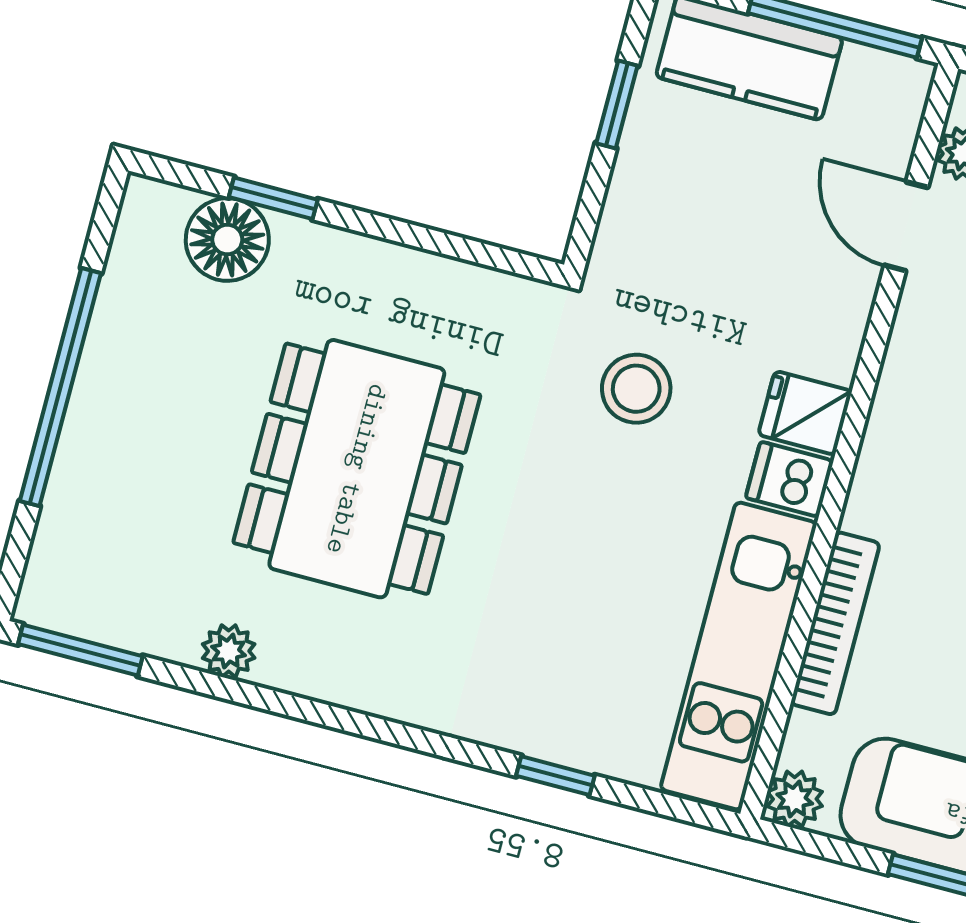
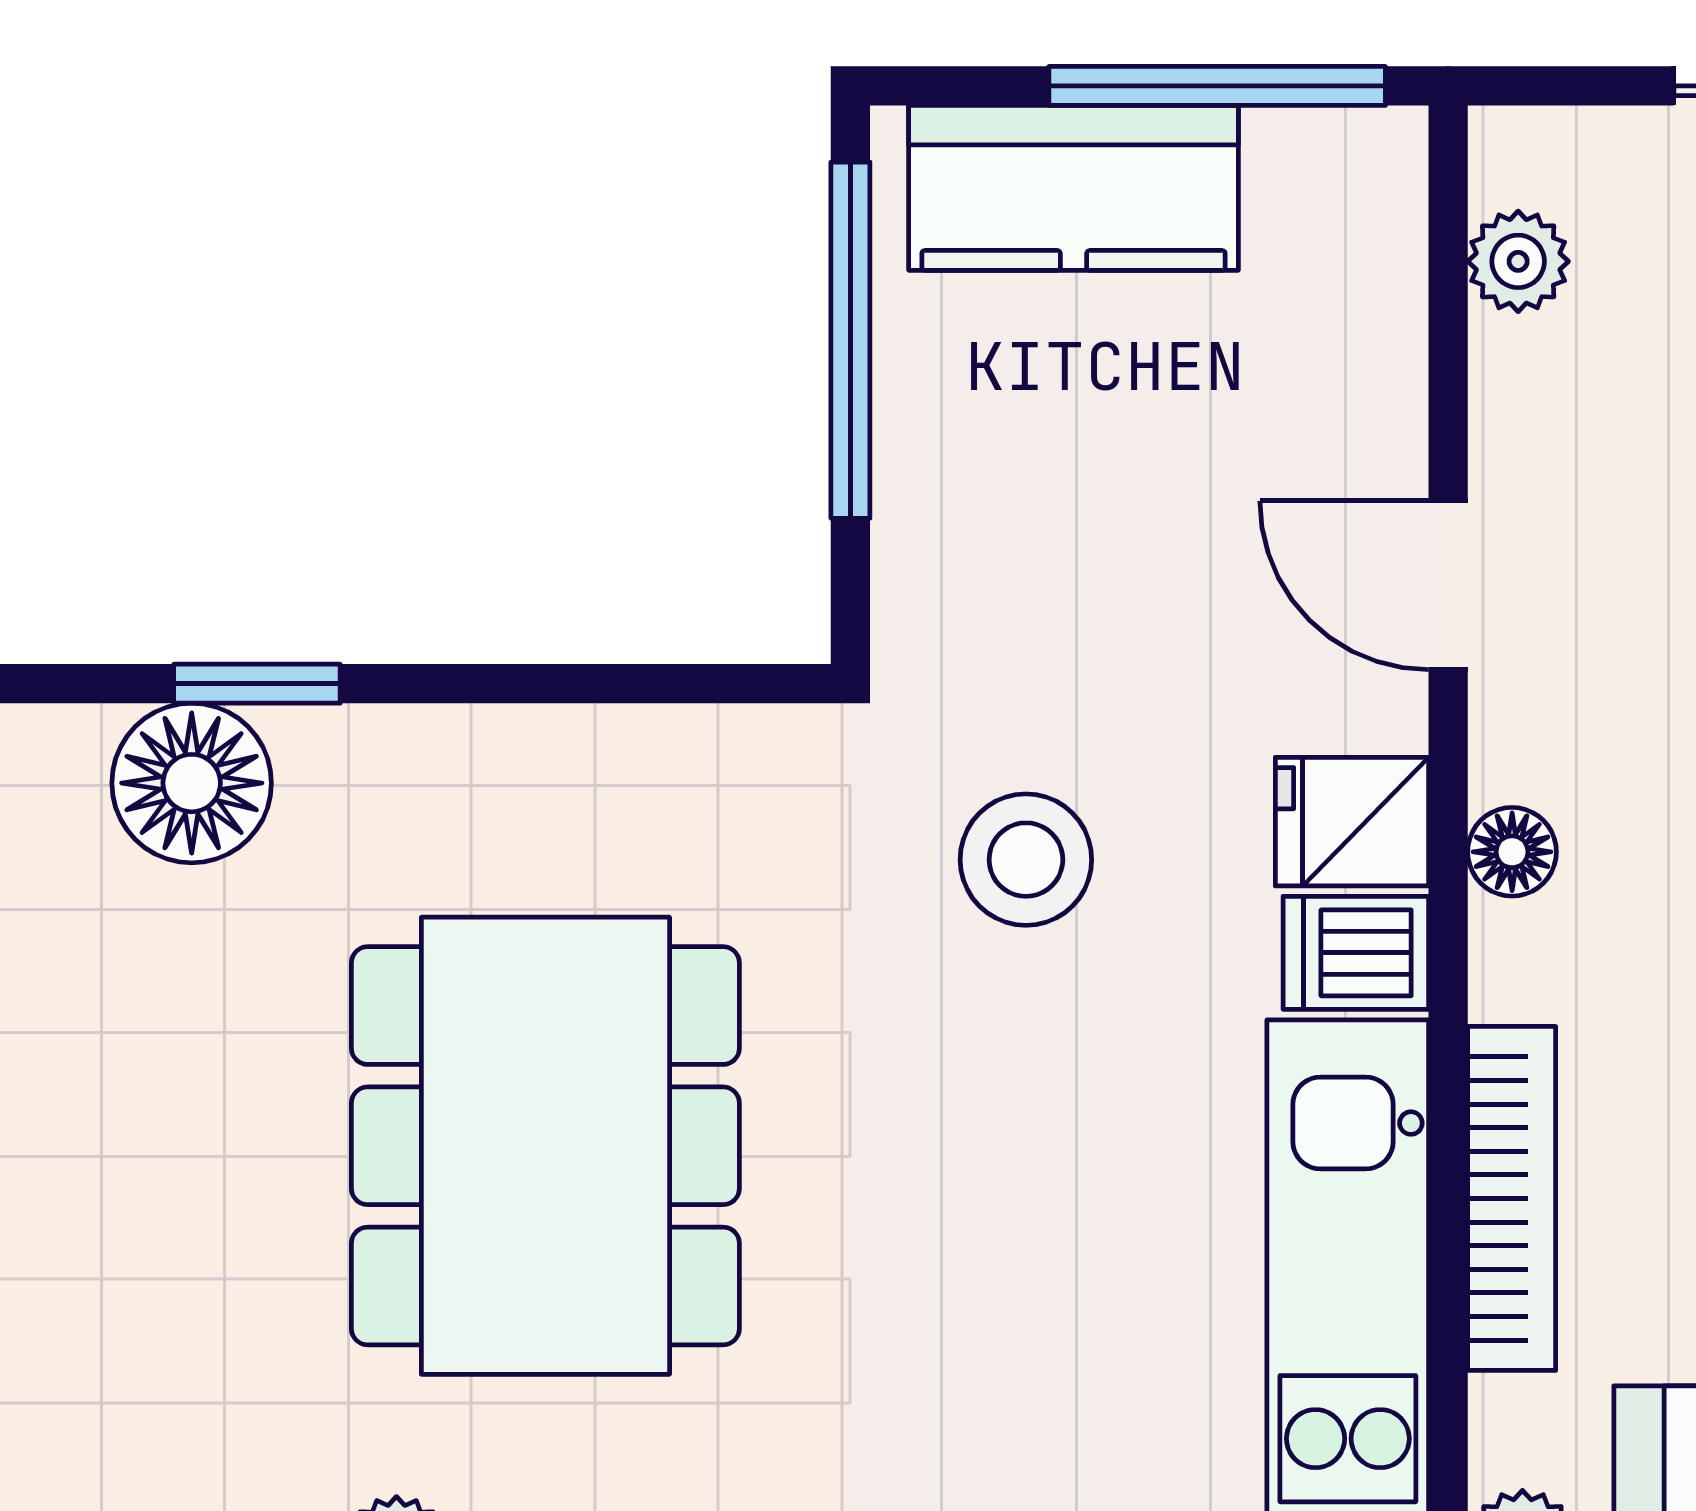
window: (617, 104) -> (850, 340), width x2.17
door: (906, 226) -> (1448, 585), moved
floor lamp: (881, 449) -> (1512, 852), added

